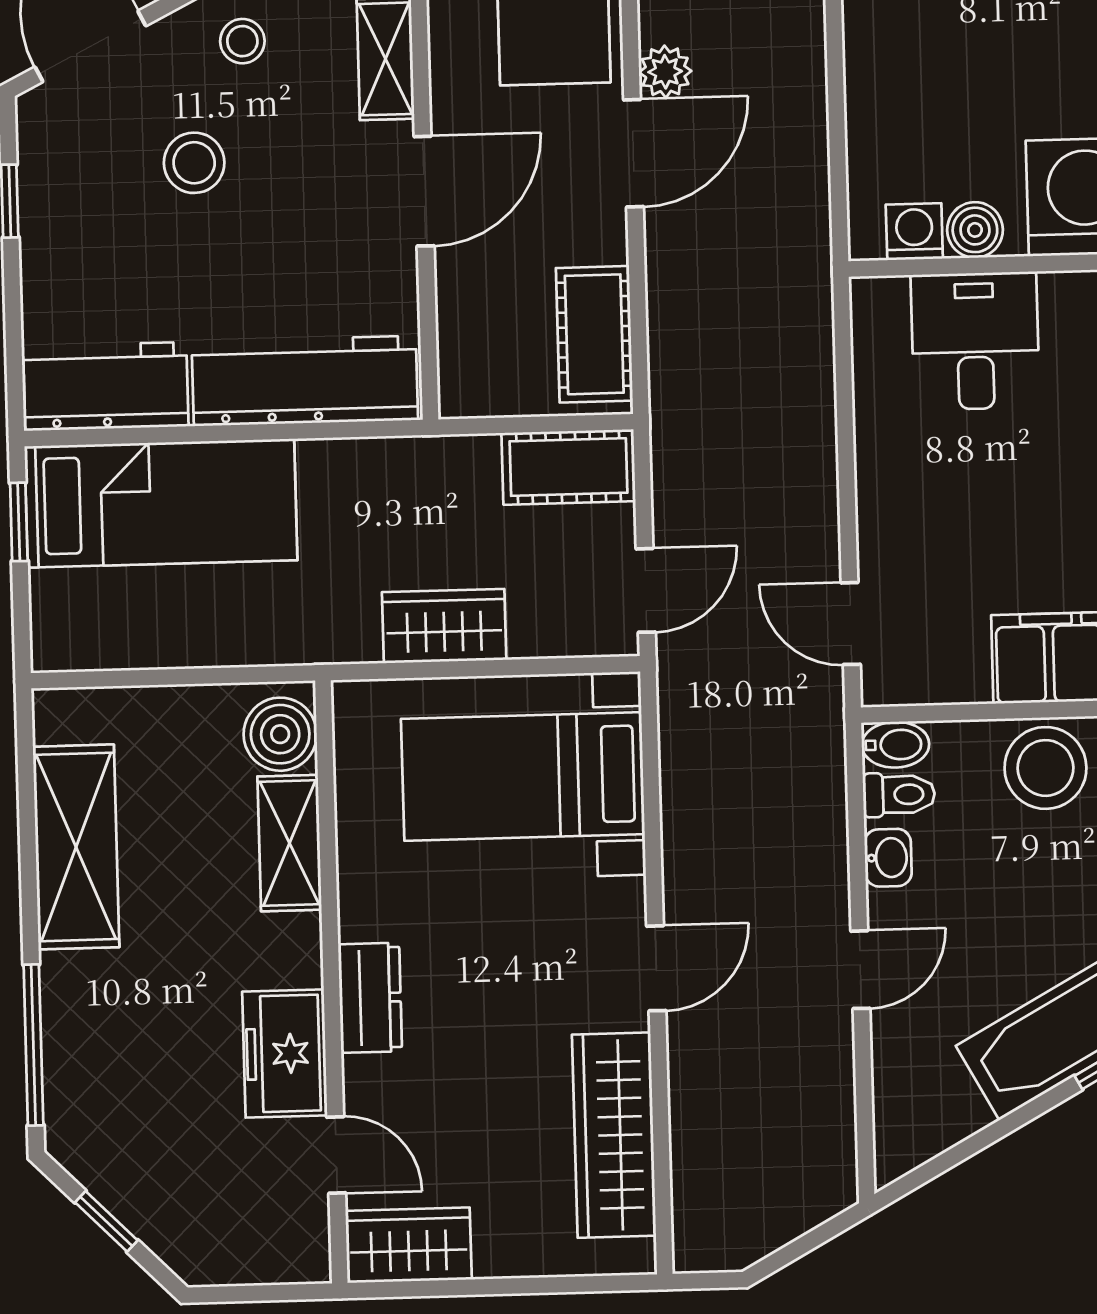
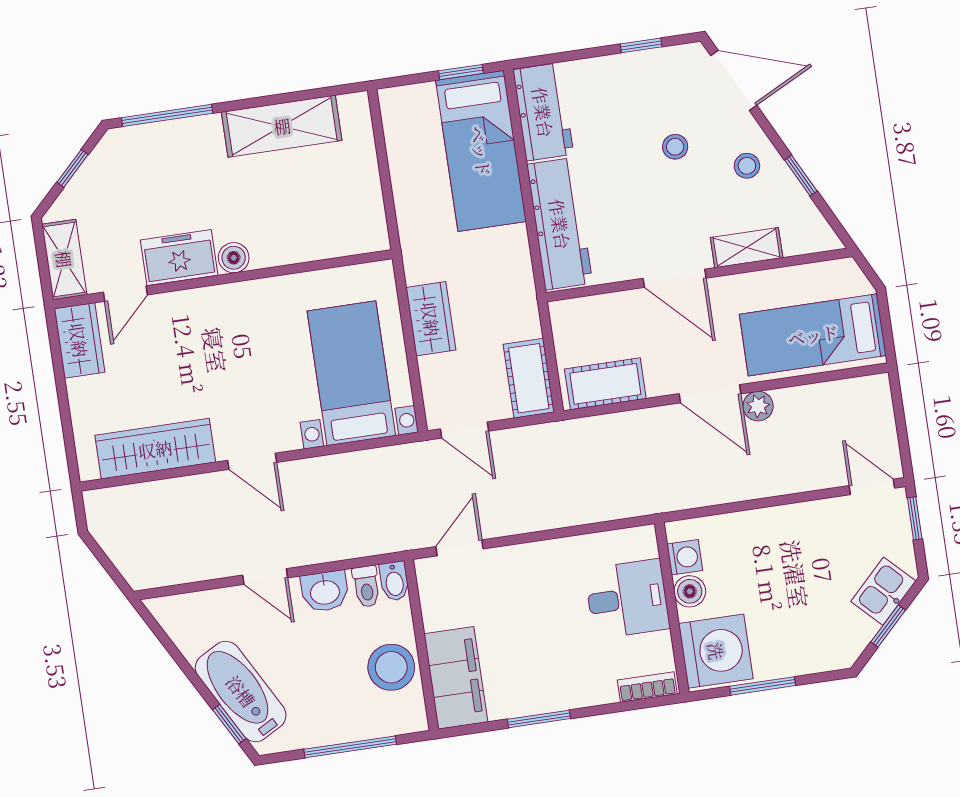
stool: (194, 163) -> (675, 147), width x0.73, depth x0.73
boiler: (280, 734) -> (234, 258), moved, width x0.73, depth x0.73
shelving: (290, 843) -> (64, 259), moved, turned 90
washbasin: (888, 858) -> (325, 591), width x1.38, depth x1.45
dresser: (370, 998) -> (216, 302), removed

